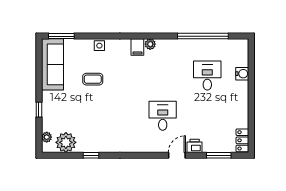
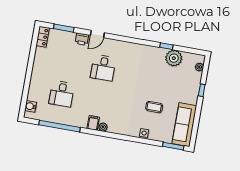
filing cabinet: (137, 47) -> (93, 123), moved
water cooler: (242, 74) -> (31, 106), moved
plant: (66, 142) -> (174, 58), moved

